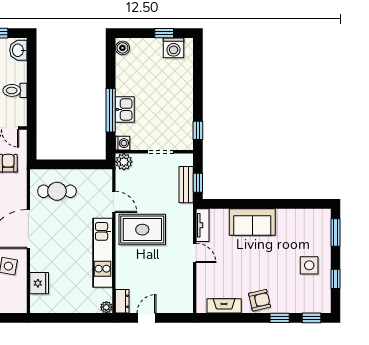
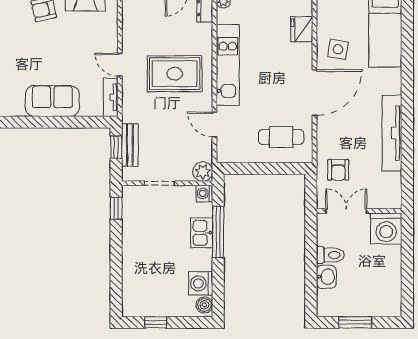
washing machine: (174, 48) -> (201, 283), moved, turned -90
washbasin: (18, 50) -> (326, 277), moved
rug: (142, 230) -> (175, 74), moved

